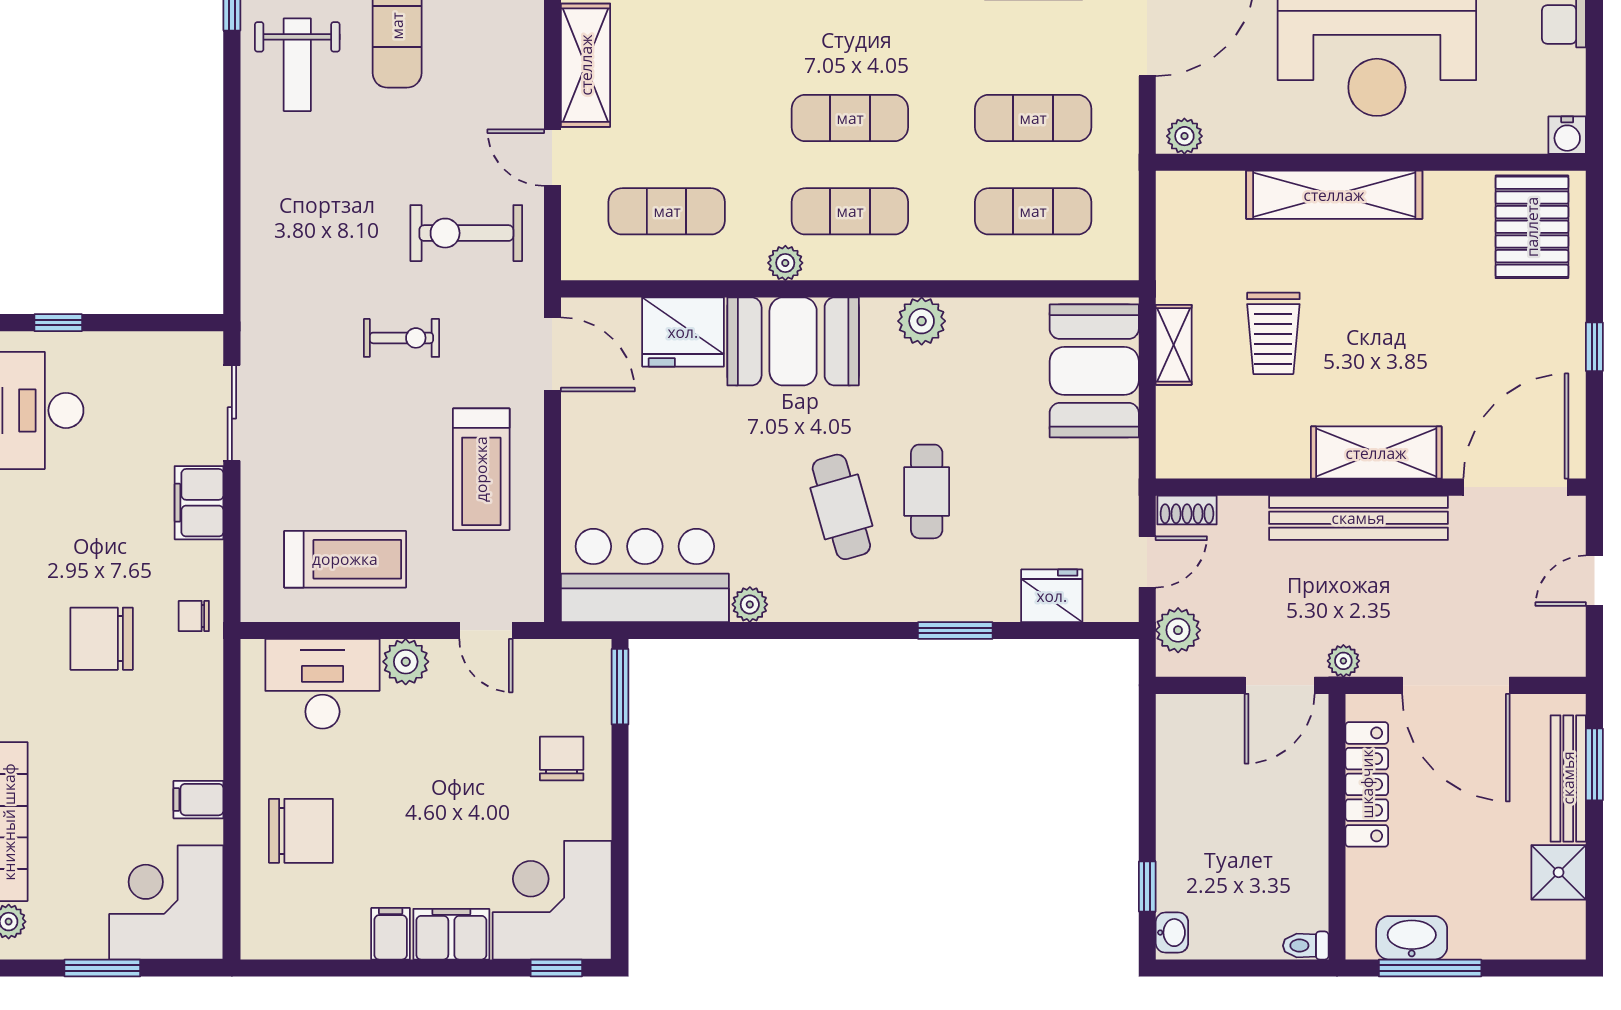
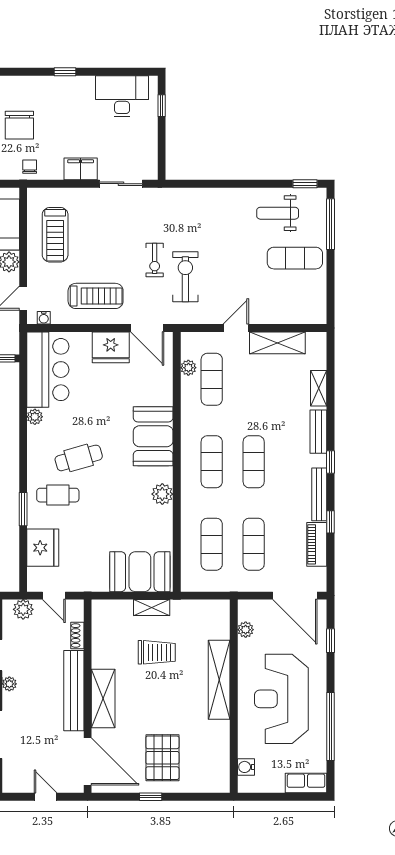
water cooler: (1567, 135) -> (246, 767), moved
plant: (1184, 136) -> (246, 630), moved
pallet: (1532, 227) -> (162, 758), moved, turned 90
exercise bike: (466, 233) -> (185, 277), moved
plant: (785, 263) -> (188, 368), moved
fridge: (683, 332) -> (111, 347), moved, turned -90
trolley: (1273, 333) -> (157, 652), turned 180
door: (552, 354) -> (147, 328), hinge flipped
treadmill: (481, 469) -> (96, 296), turned 180
cafe table: (927, 491) -> (58, 495), moved
shoe rack: (1187, 510) -> (77, 635), moved
water cooler: (530, 585) -> (44, 318), added
fridge: (1052, 596) -> (43, 548), width x1.36, depth x1.34
chair: (102, 639) -> (19, 125), turned 180

